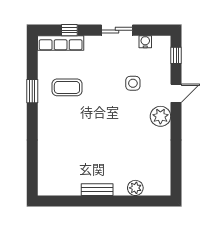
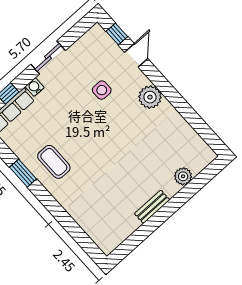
water cooler: (145, 42) -> (35, 87), moved
coffee table: (67, 87) -> (54, 162), moved, turned 90
door: (176, 93) -> (136, 55), moved

